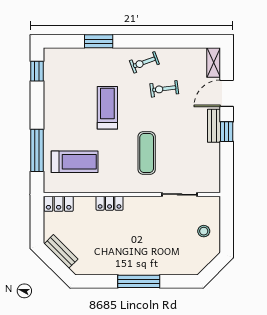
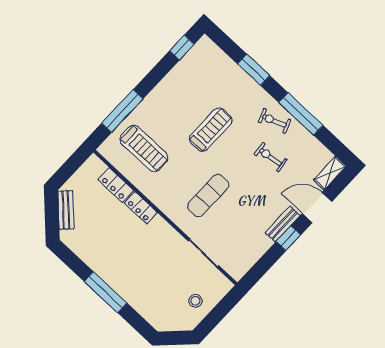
window: (158, 41) -> (301, 114), added
locker: (59, 204) -> (116, 185), moved

